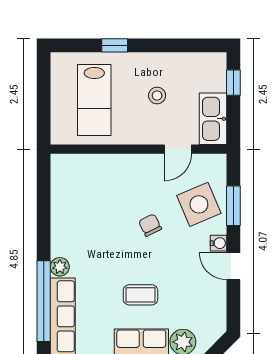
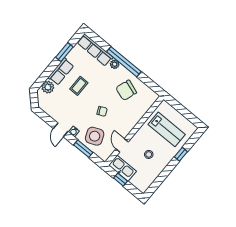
window: (233, 83) -> (120, 180), moved
lab bench: (94, 100) -> (167, 129), turned 180
chair: (86, 215) -> (126, 90), added
door: (233, 266) -> (61, 130), swing flipped
window: (44, 301) -> (124, 62), moved

